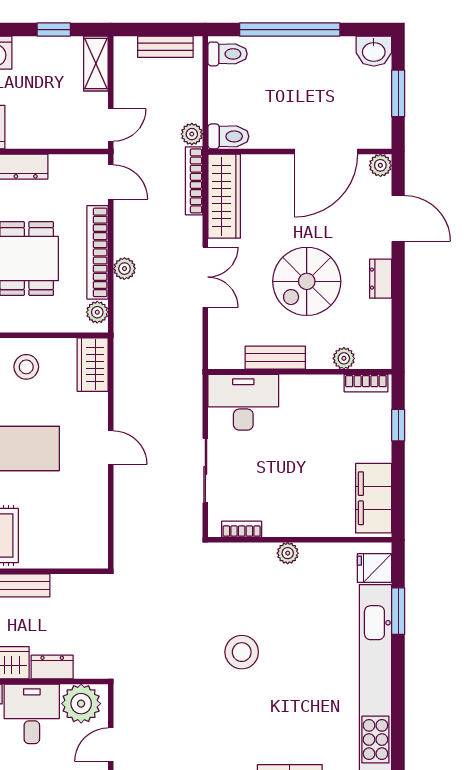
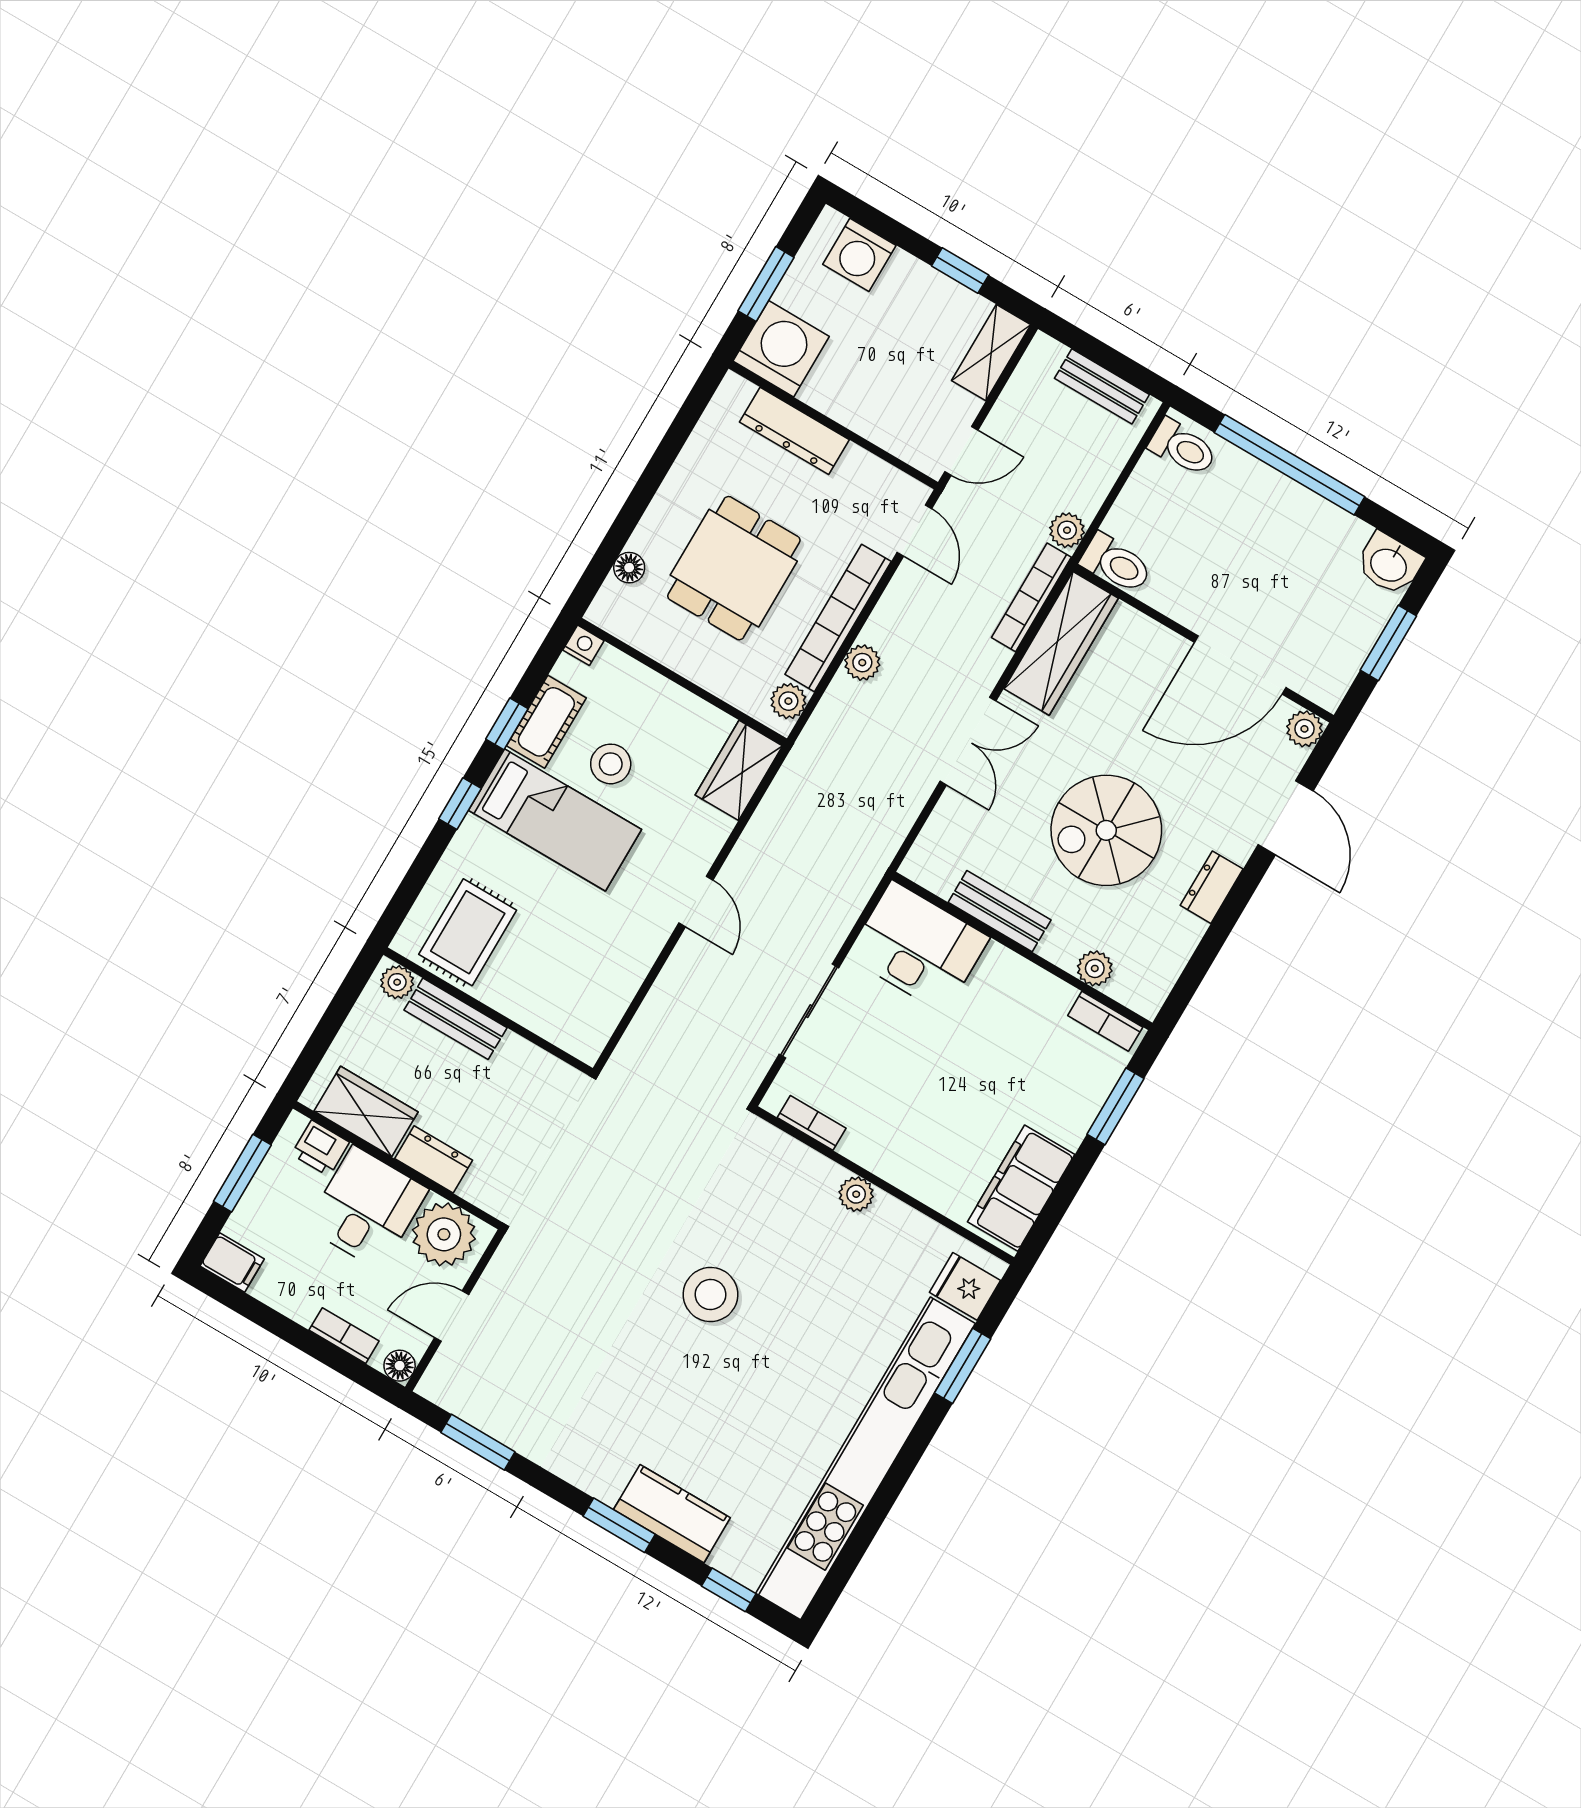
stool: (26, 367) -> (611, 764), moved
window: (398, 425) -> (1116, 1106), width x1.50

